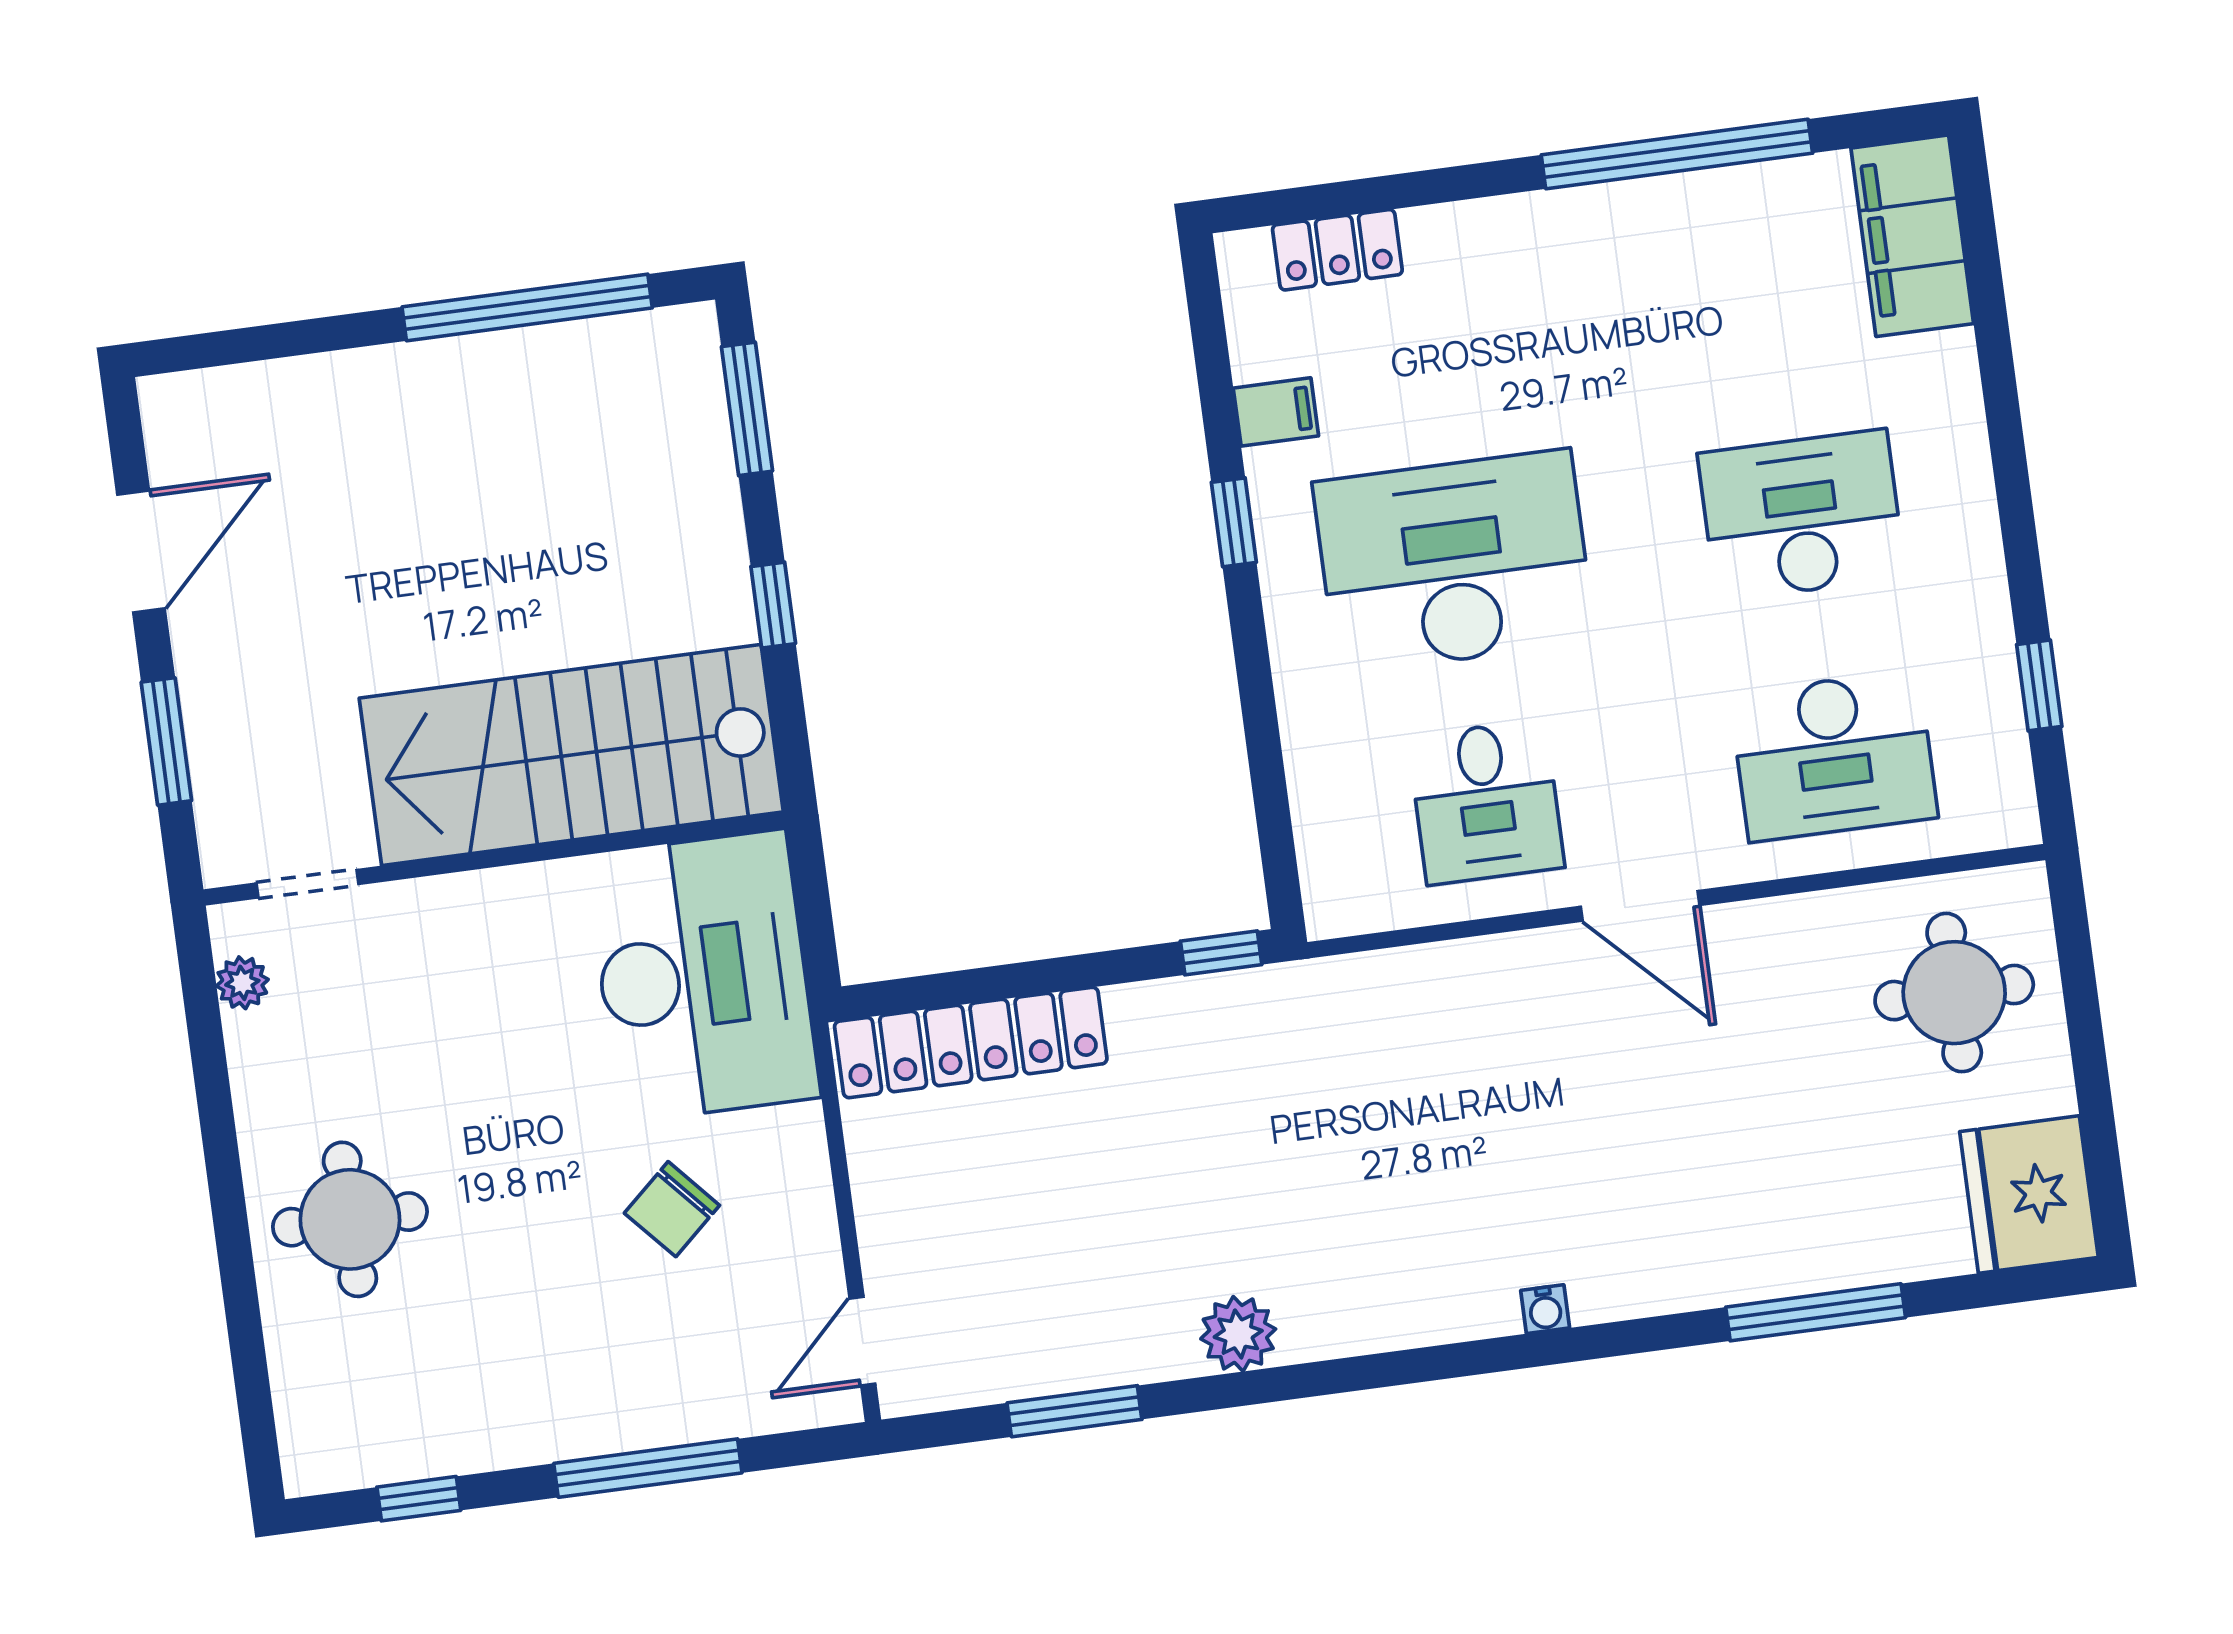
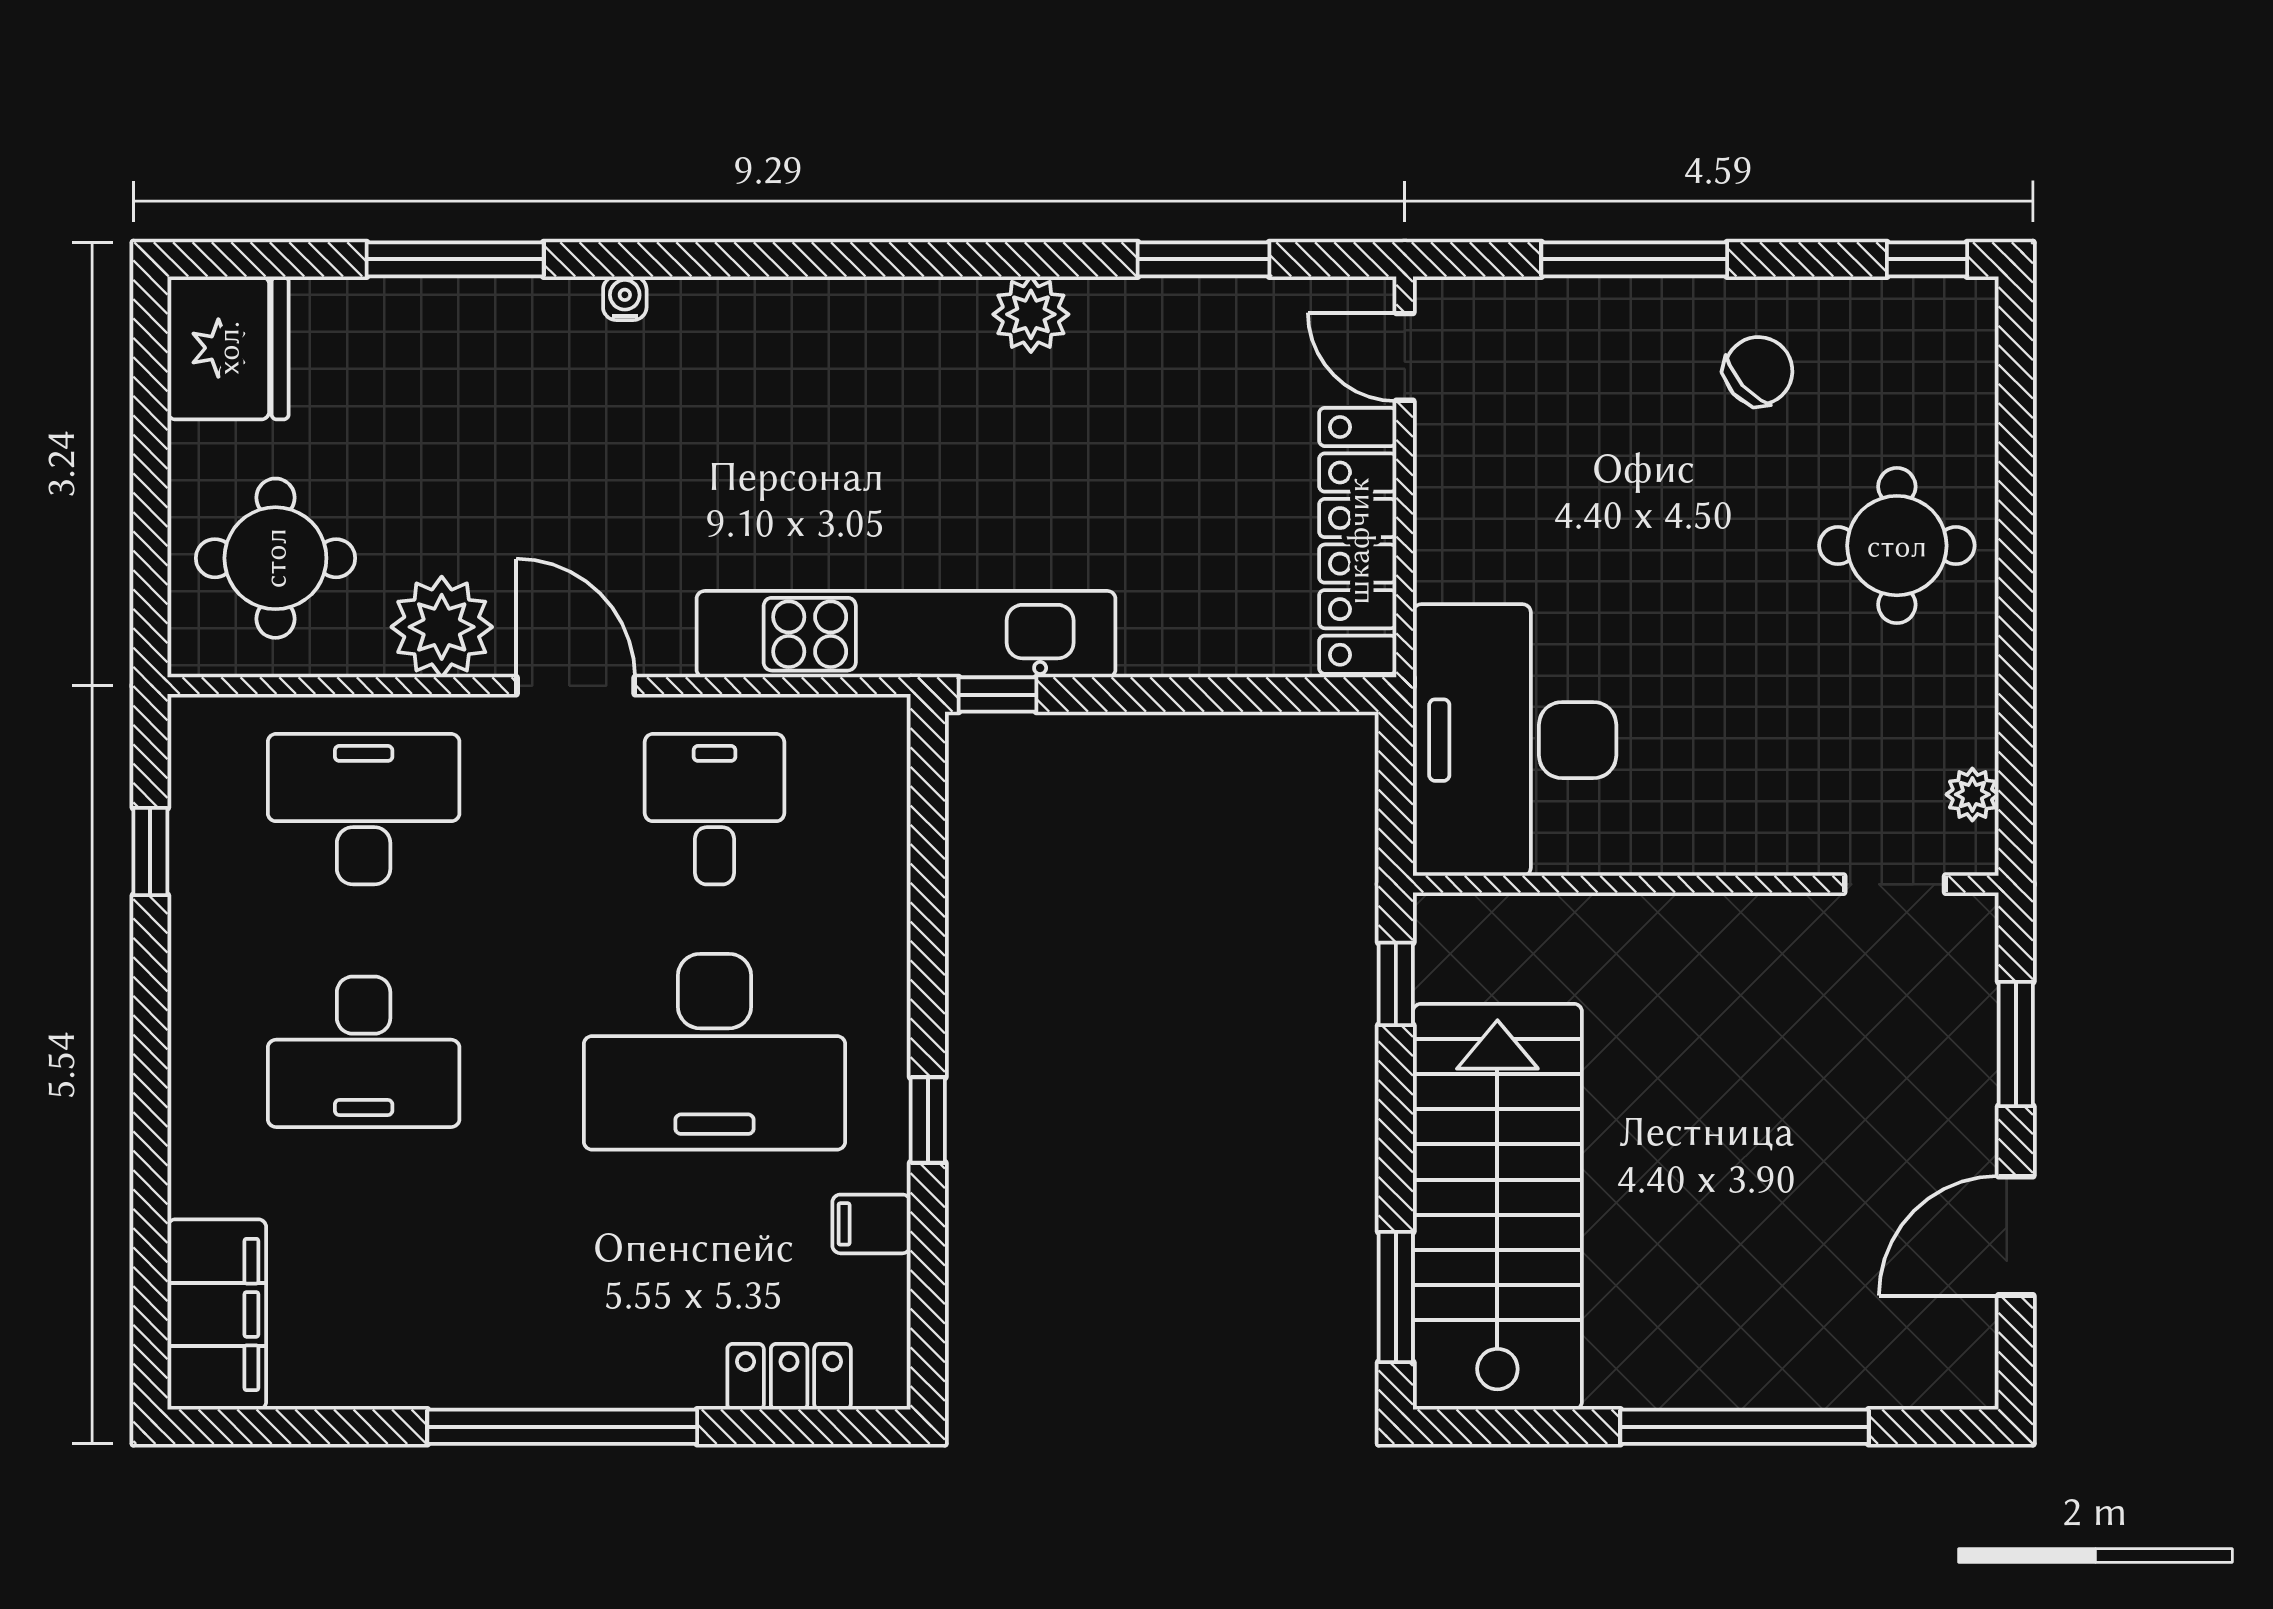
window: (1677, 154) -> (562, 1427), moved
window: (527, 307) -> (1744, 1427), moved
window: (773, 605) -> (1396, 984), moved
stairs: (571, 755) -> (1497, 1207), moved, turned -90
plant: (1780, 946) -> (442, 627), added
kitchen unit: (1320, 1001) -> (906, 634), added
locker: (971, 1043) -> (1358, 541), moved, turned -90
chair: (672, 1209) -> (1758, 371), moved
water cooler: (1545, 1309) -> (625, 298), moved
door: (862, 1341) -> (1405, 357), swing flipped
window: (419, 1499) -> (1927, 259), moved

